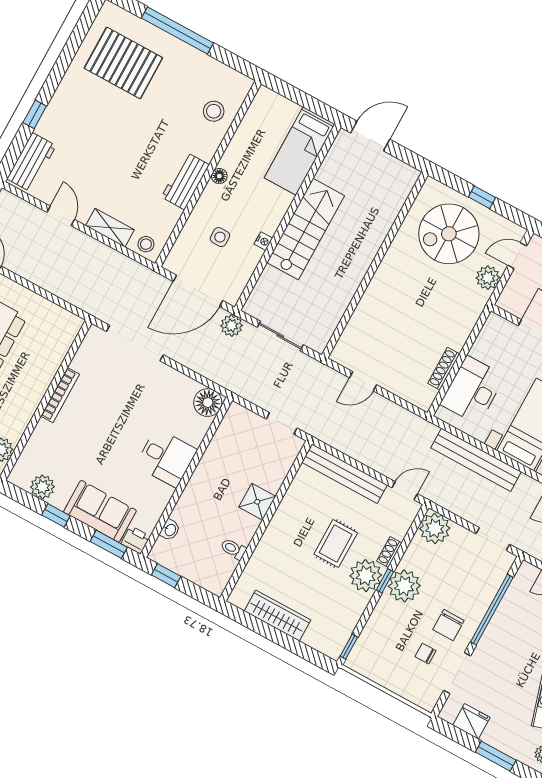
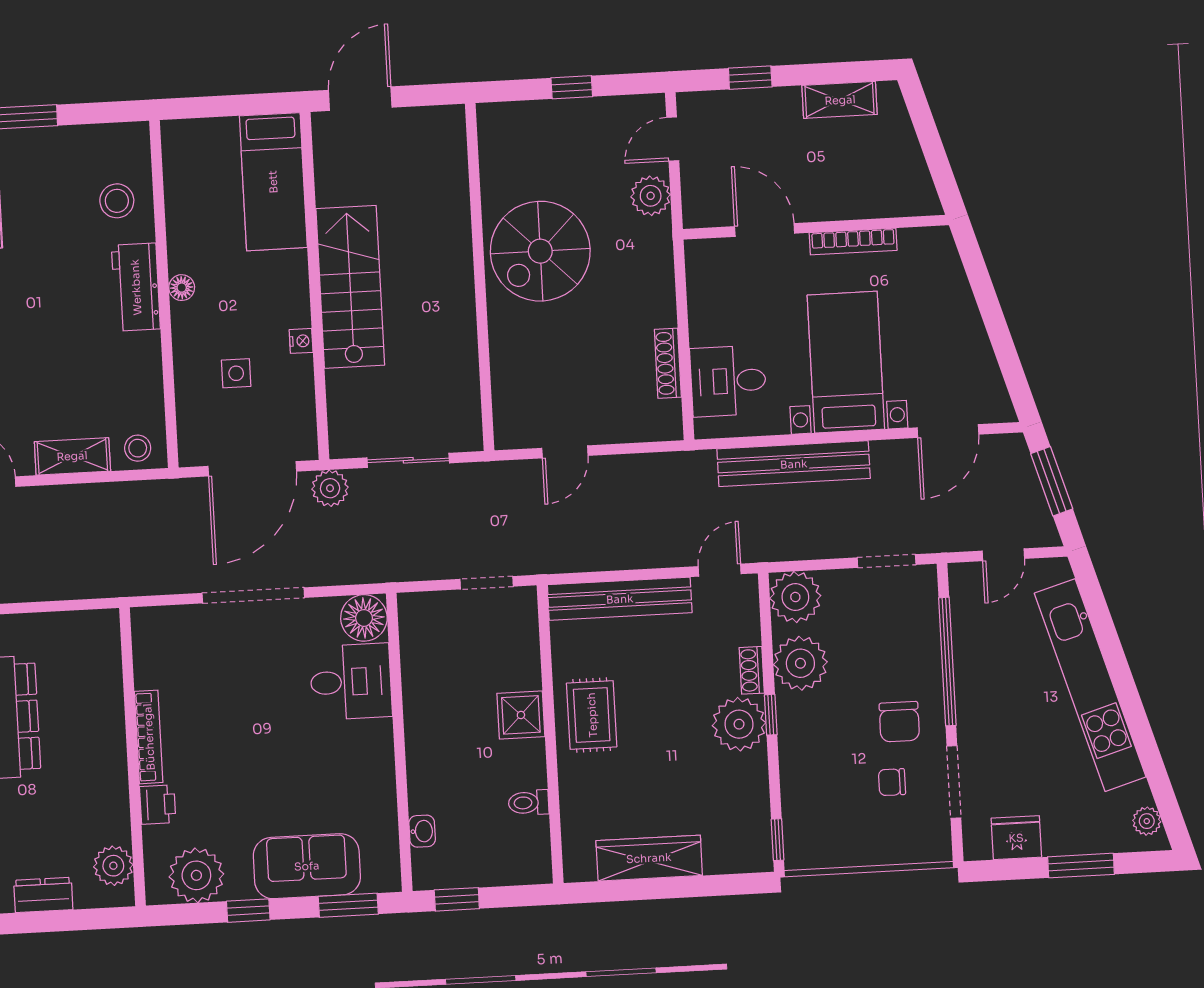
workbench: (185, 181) -> (136, 287), moved
spiral stairs: (449, 234) -> (540, 251), moved
doorway: (135, 343) -> (253, 595), moved
desk: (473, 390) -> (728, 381), width x0.73
desk: (166, 458) -> (351, 682), moved
plant: (42, 487) -> (196, 875), width x1.36, depth x1.36
printer: (136, 540) -> (158, 805), moved, turned 90
rug: (336, 544) -> (592, 715), moved
plant: (404, 586) -> (800, 663), moved

